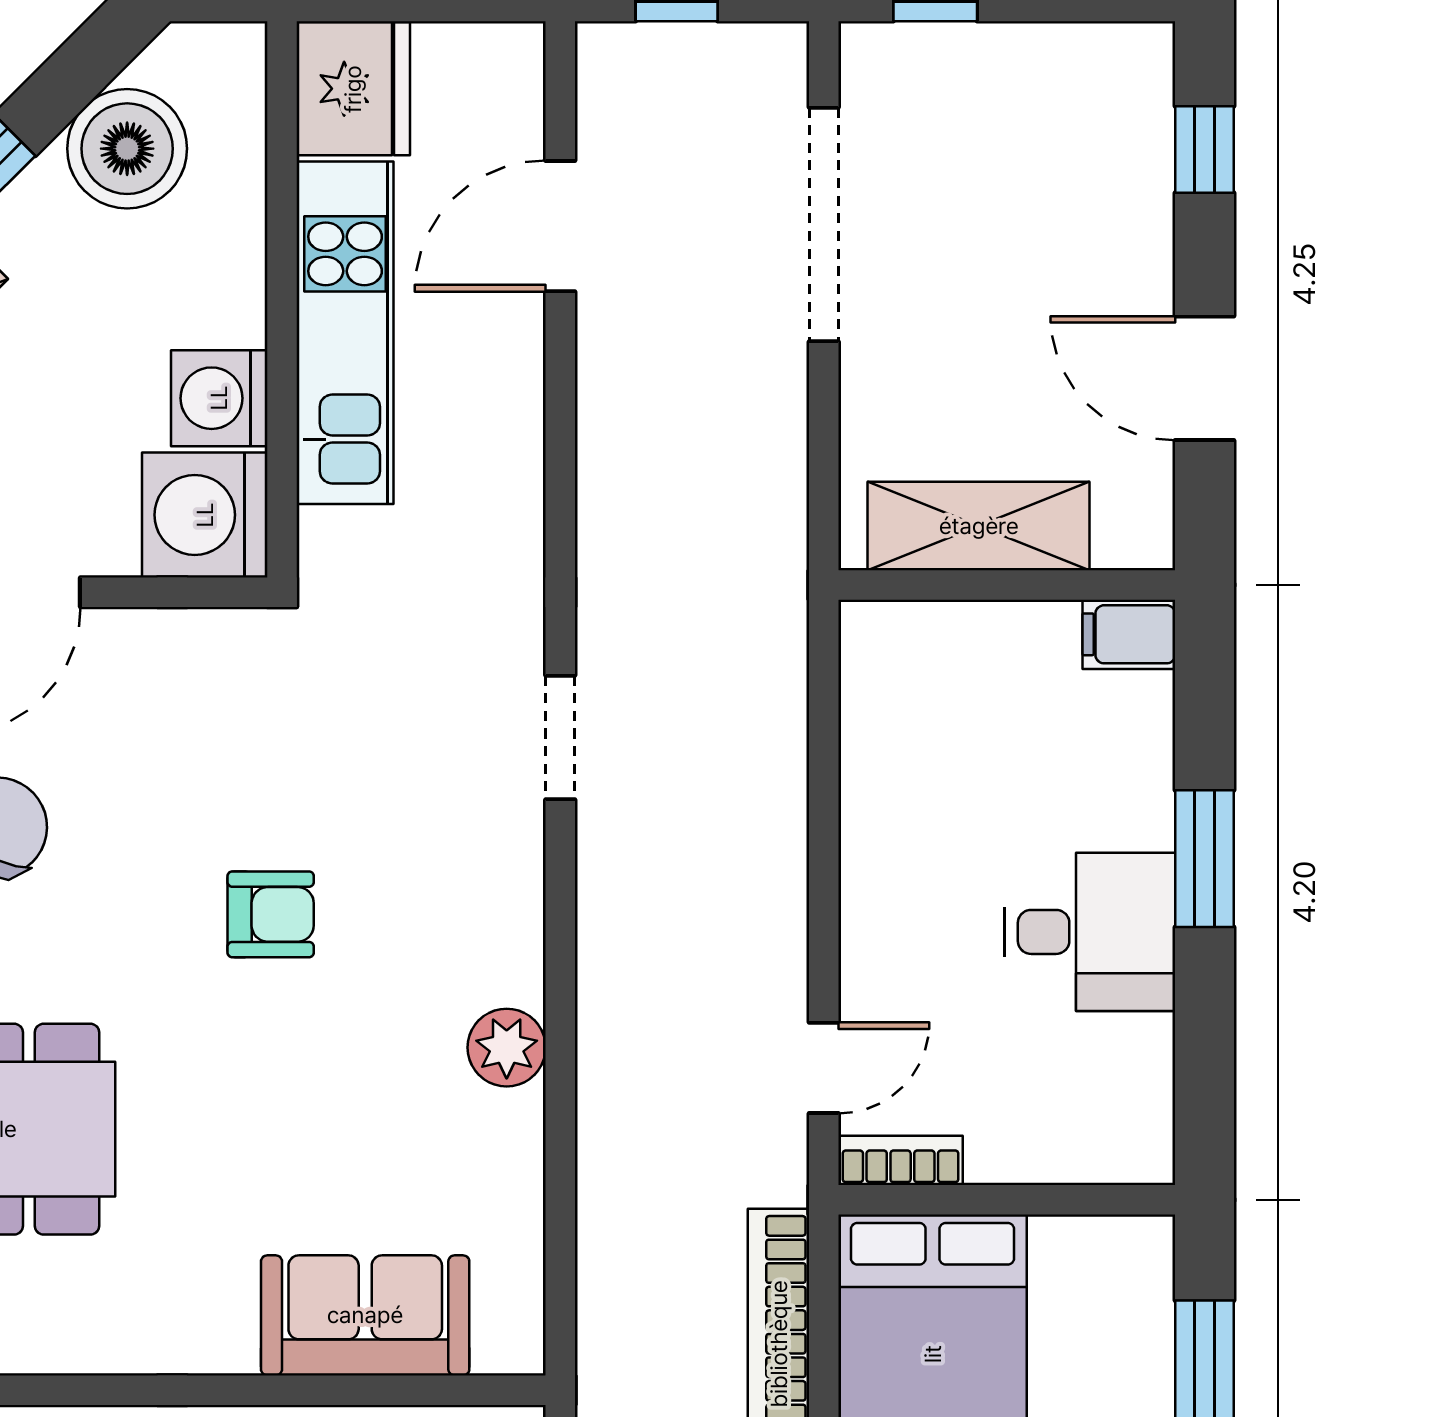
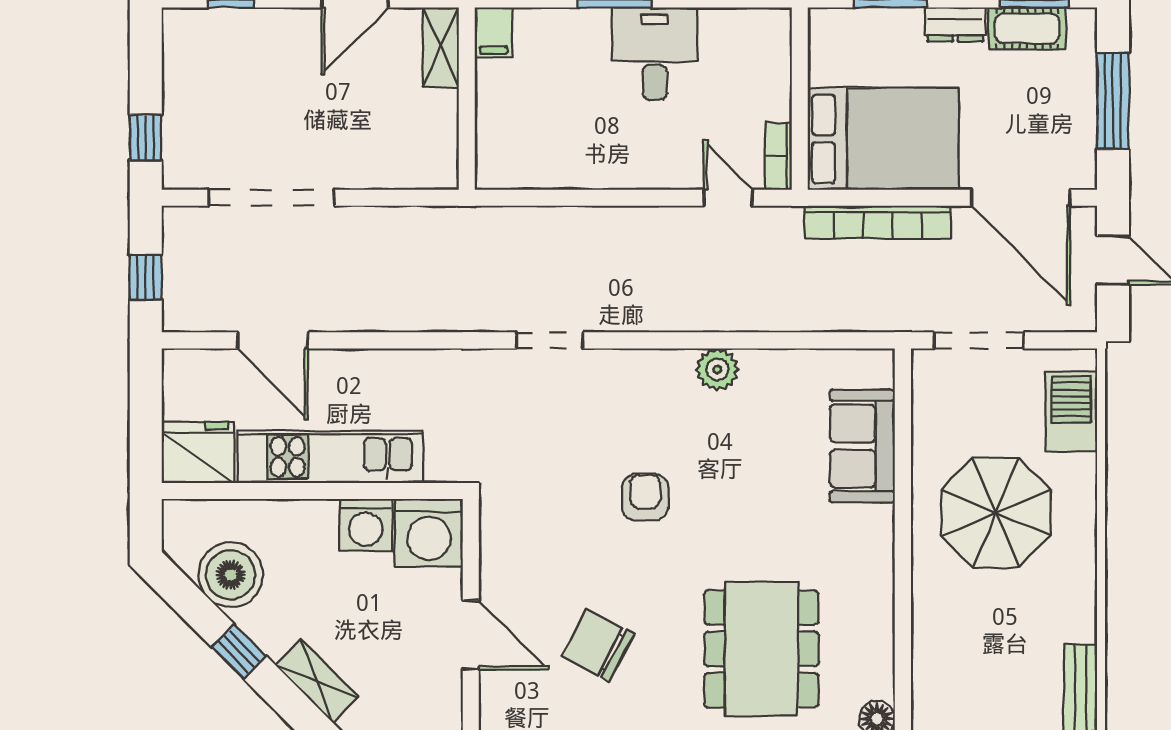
shelving: (979, 526) -> (441, 47), moved, width x0.67, depth x0.75

